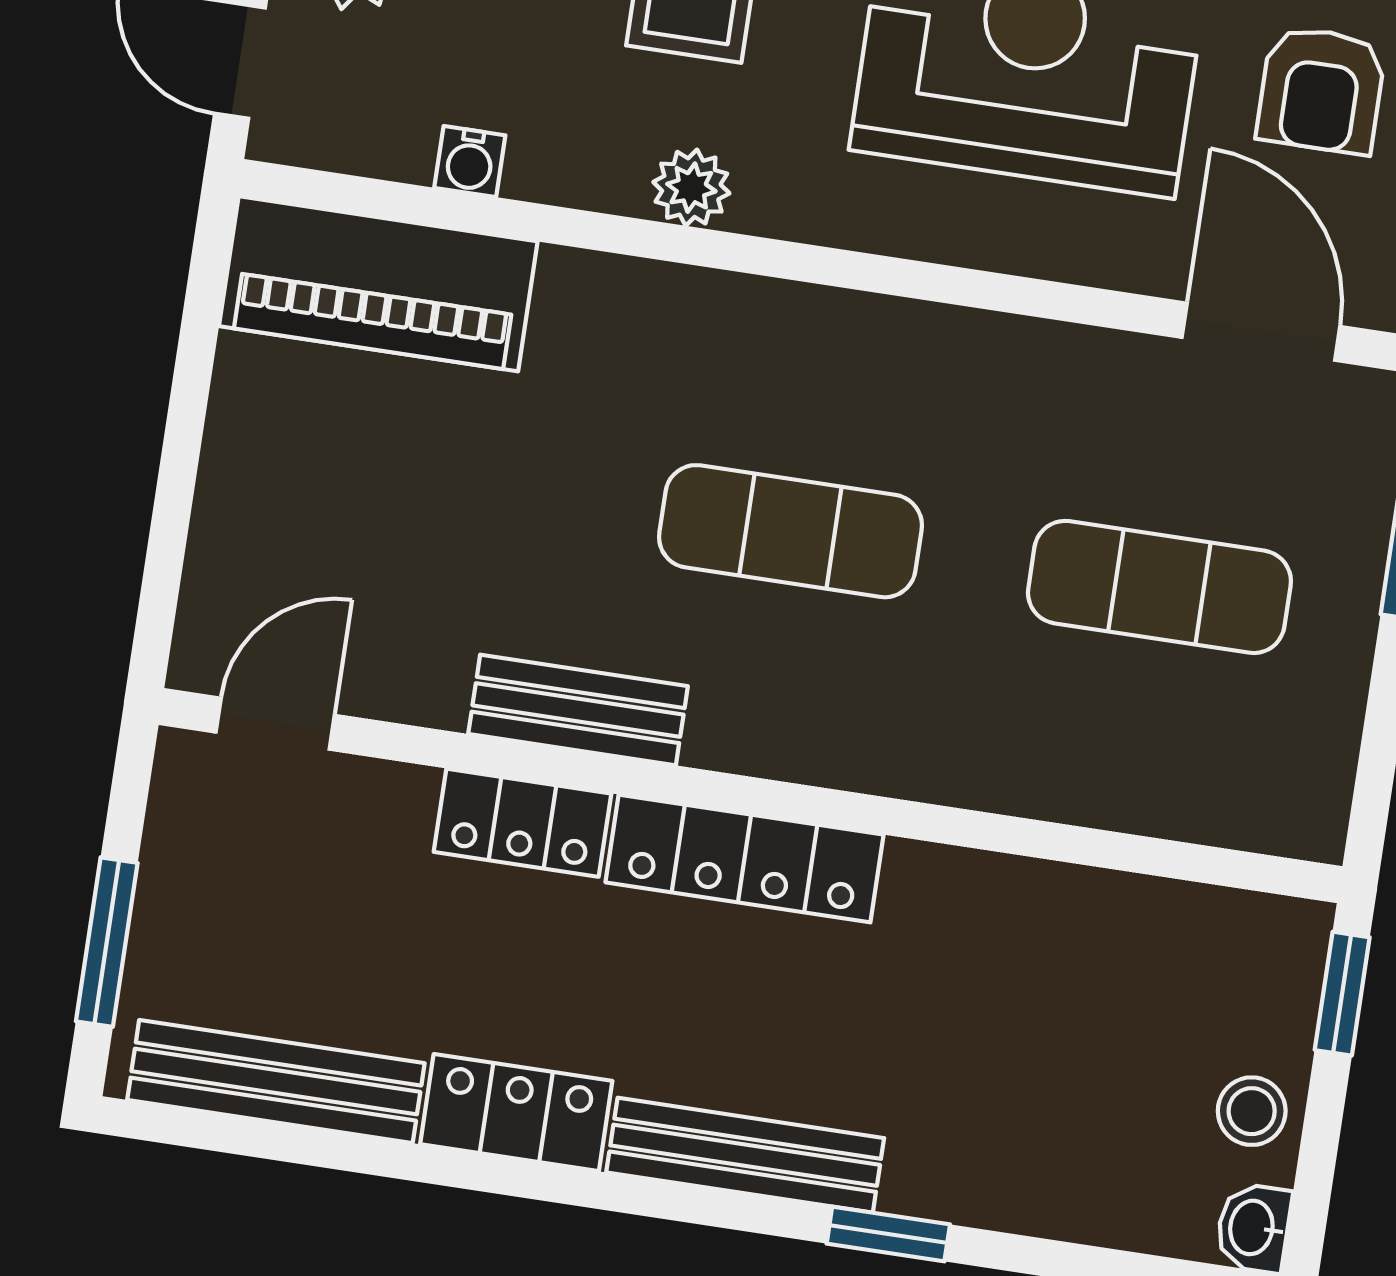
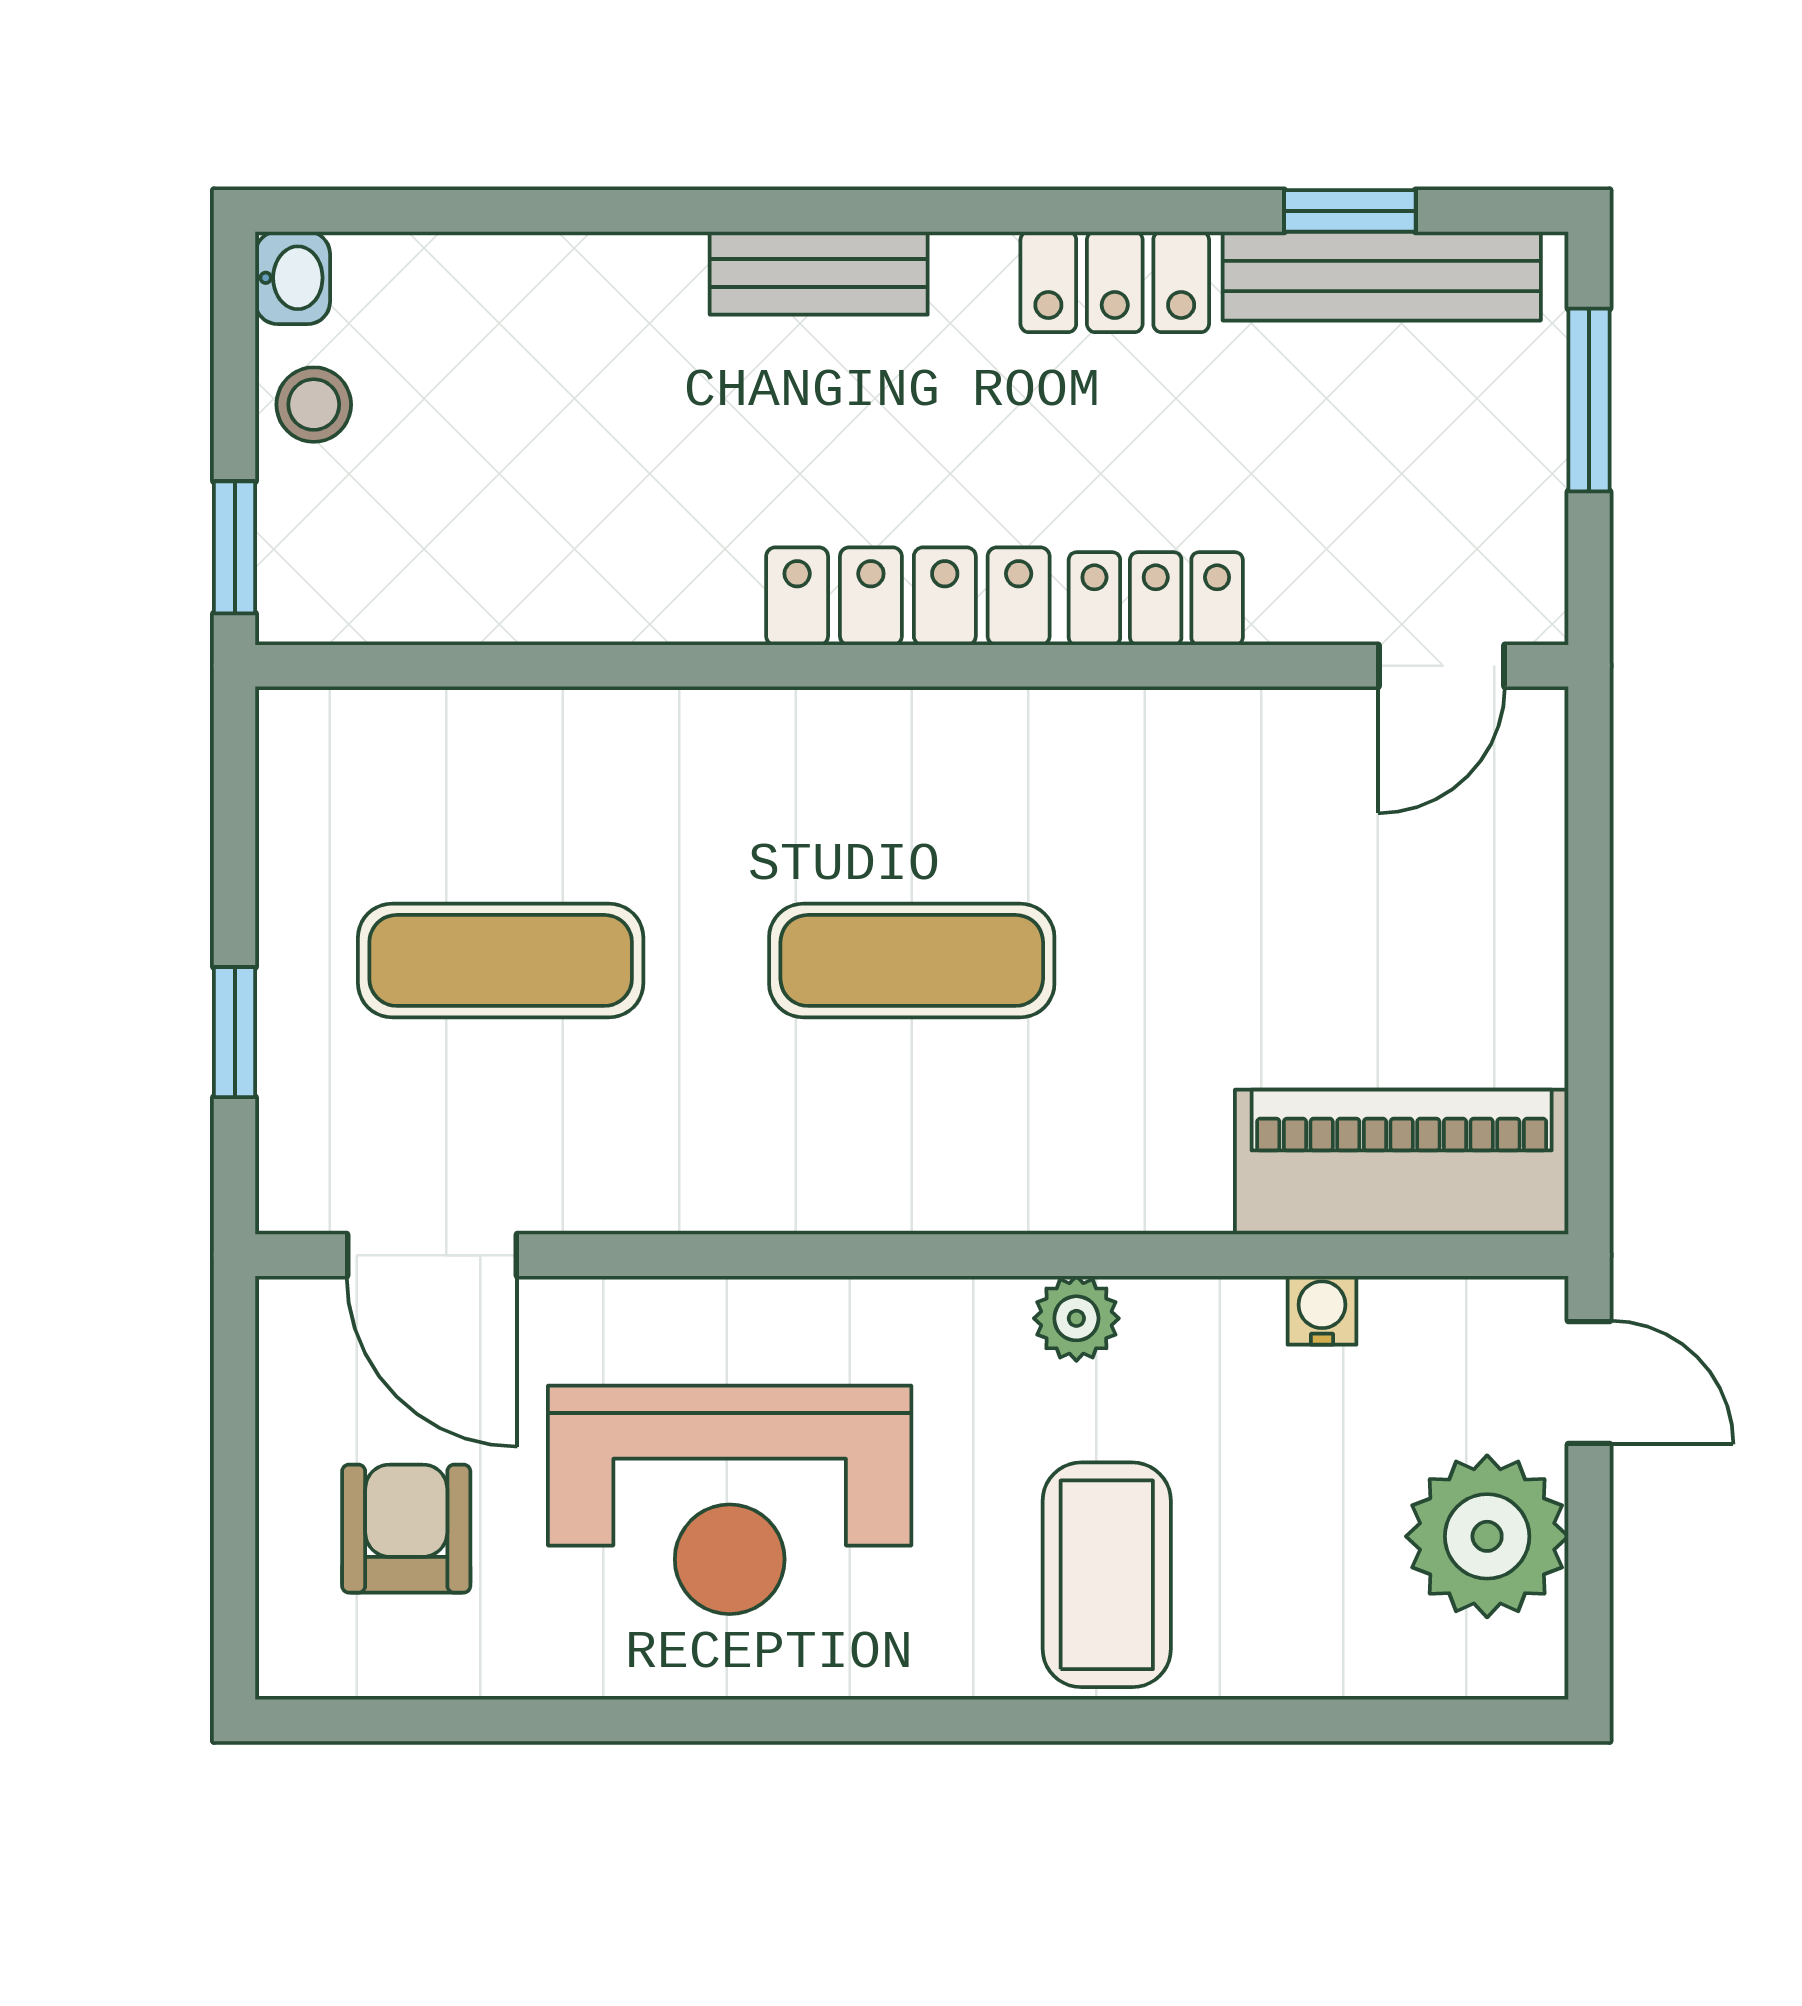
bench: (578, 710) -> (1114, 731), removed
bench: (745, 1155) -> (819, 273), width x0.73
window: (888, 1234) -> (1350, 211), moved

